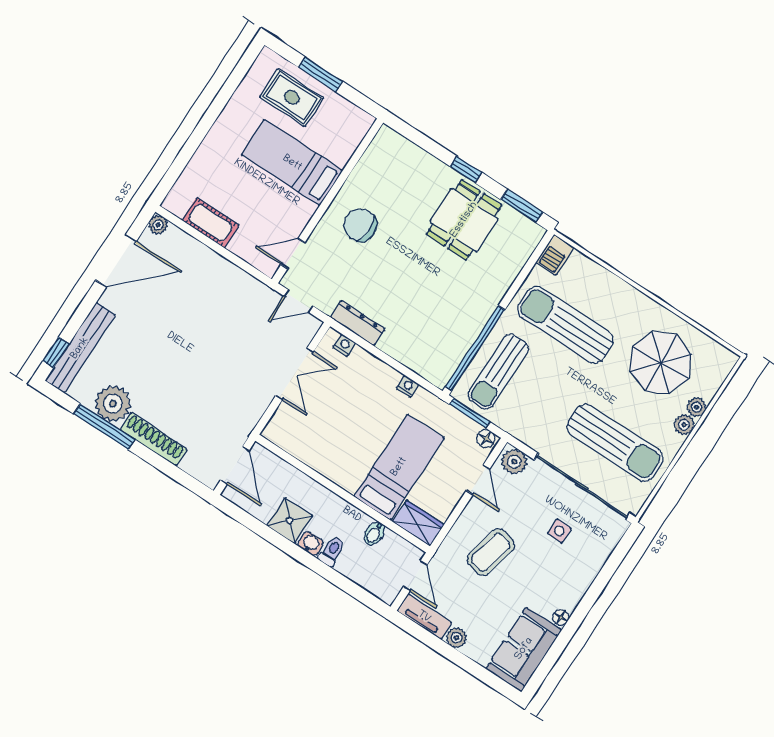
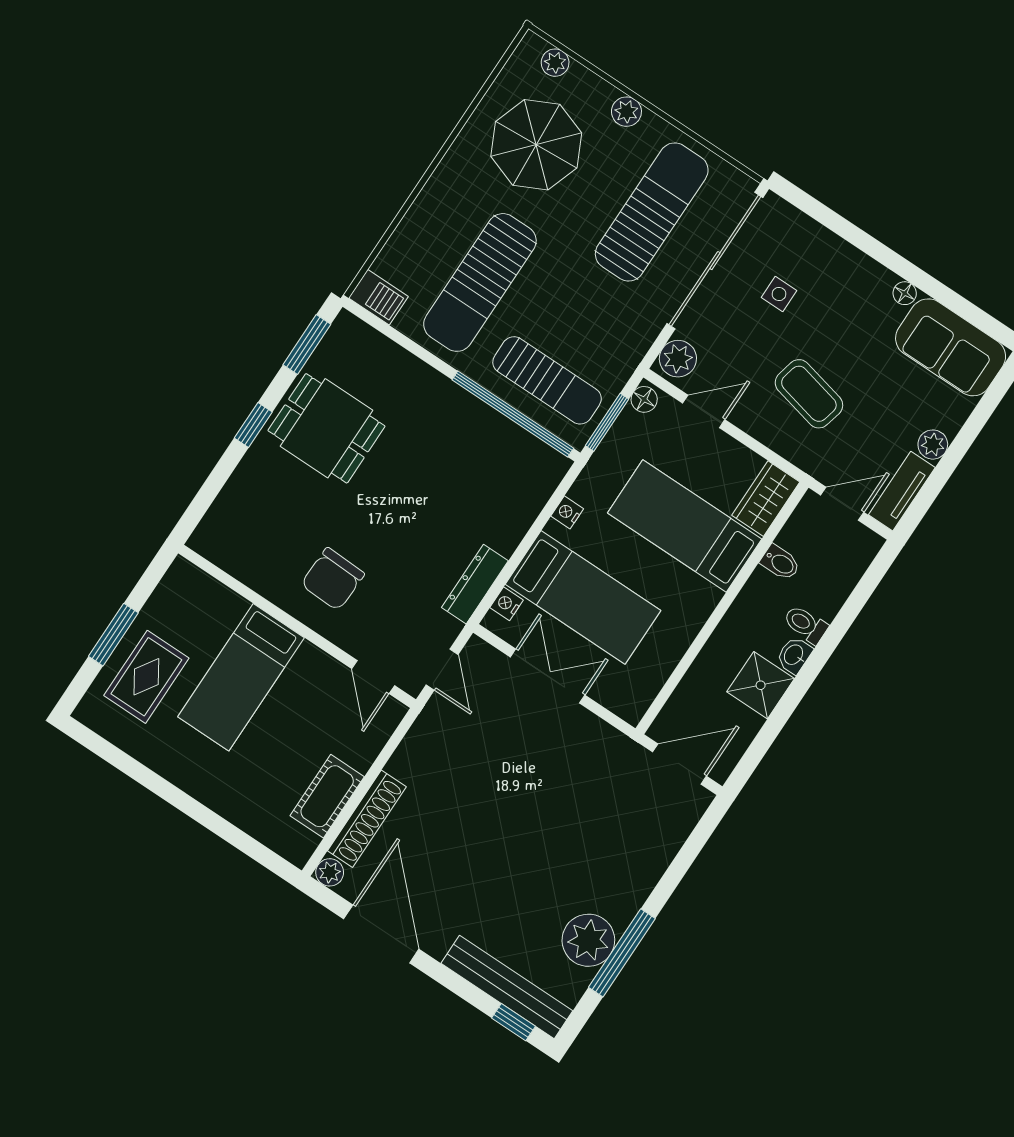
bed: (349, 398) -> (583, 597), added
plant: (697, 407) -> (555, 63), moved
shoe rack: (154, 439) -> (367, 819), moved, turned 180

